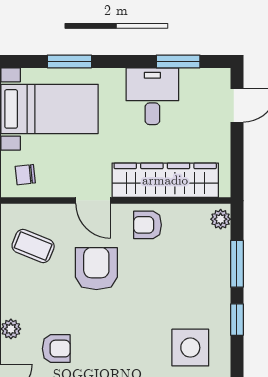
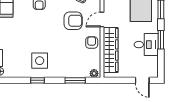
window: (178, 61) -> (161, 40), moved
window: (237, 320) -> (38, 80), moved

